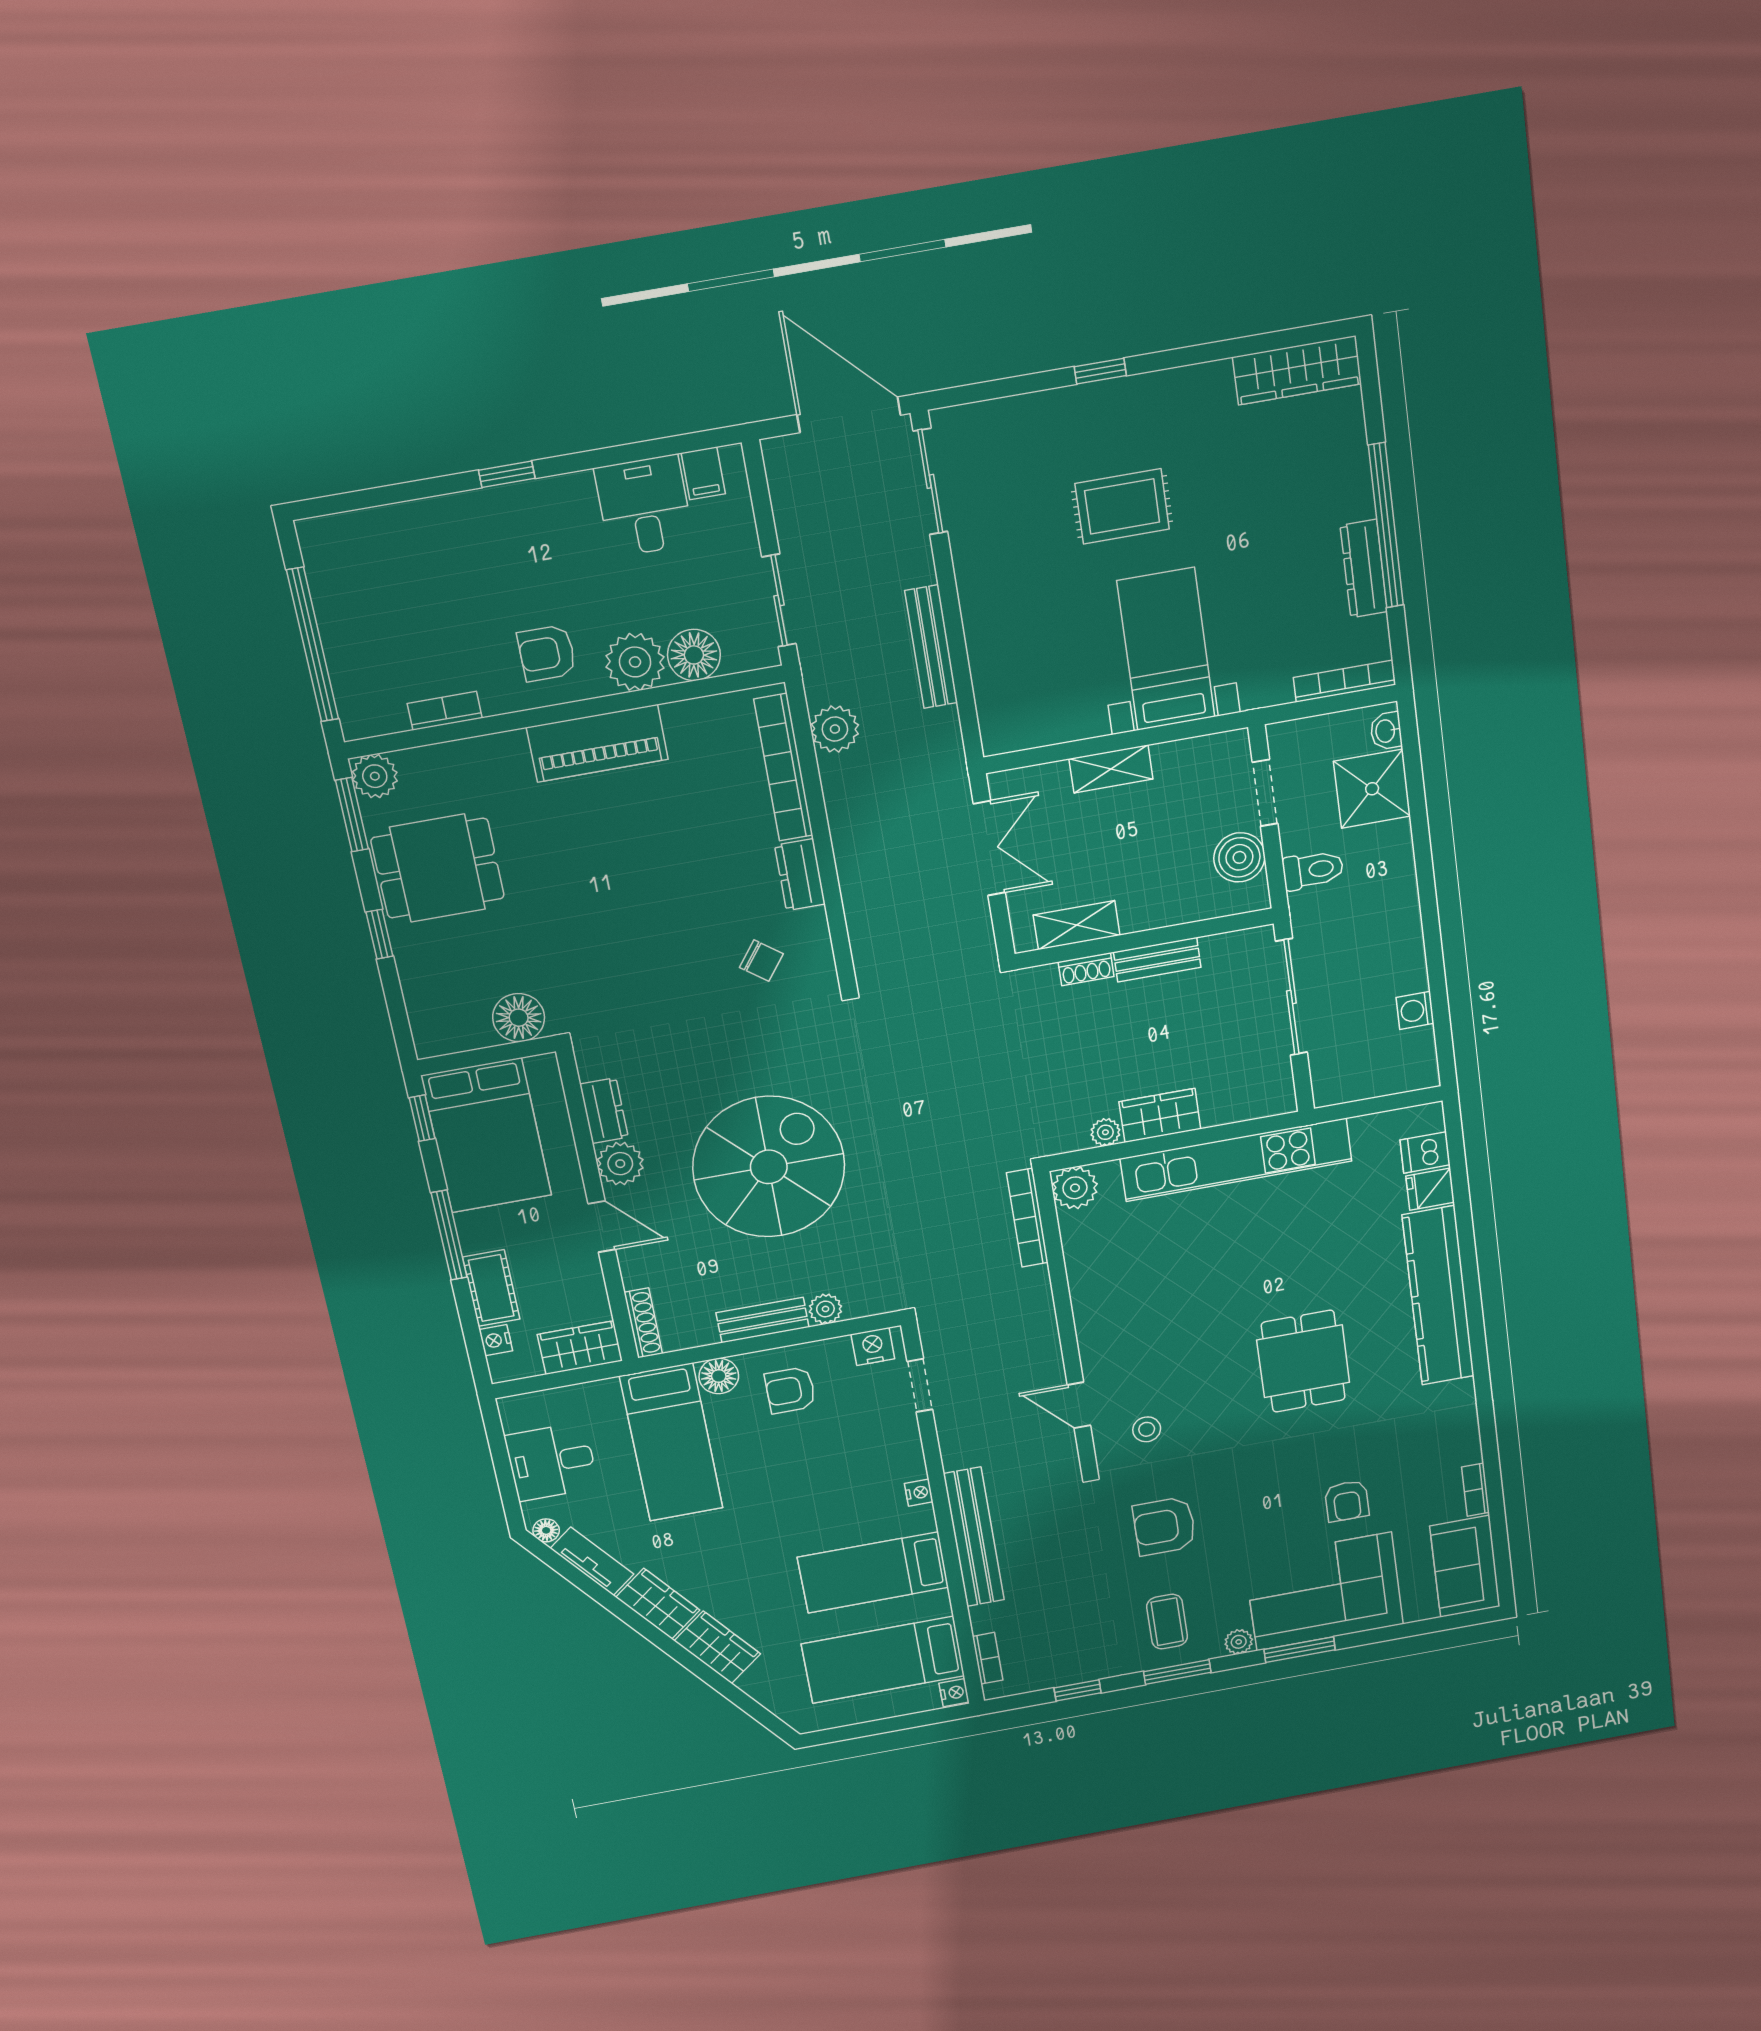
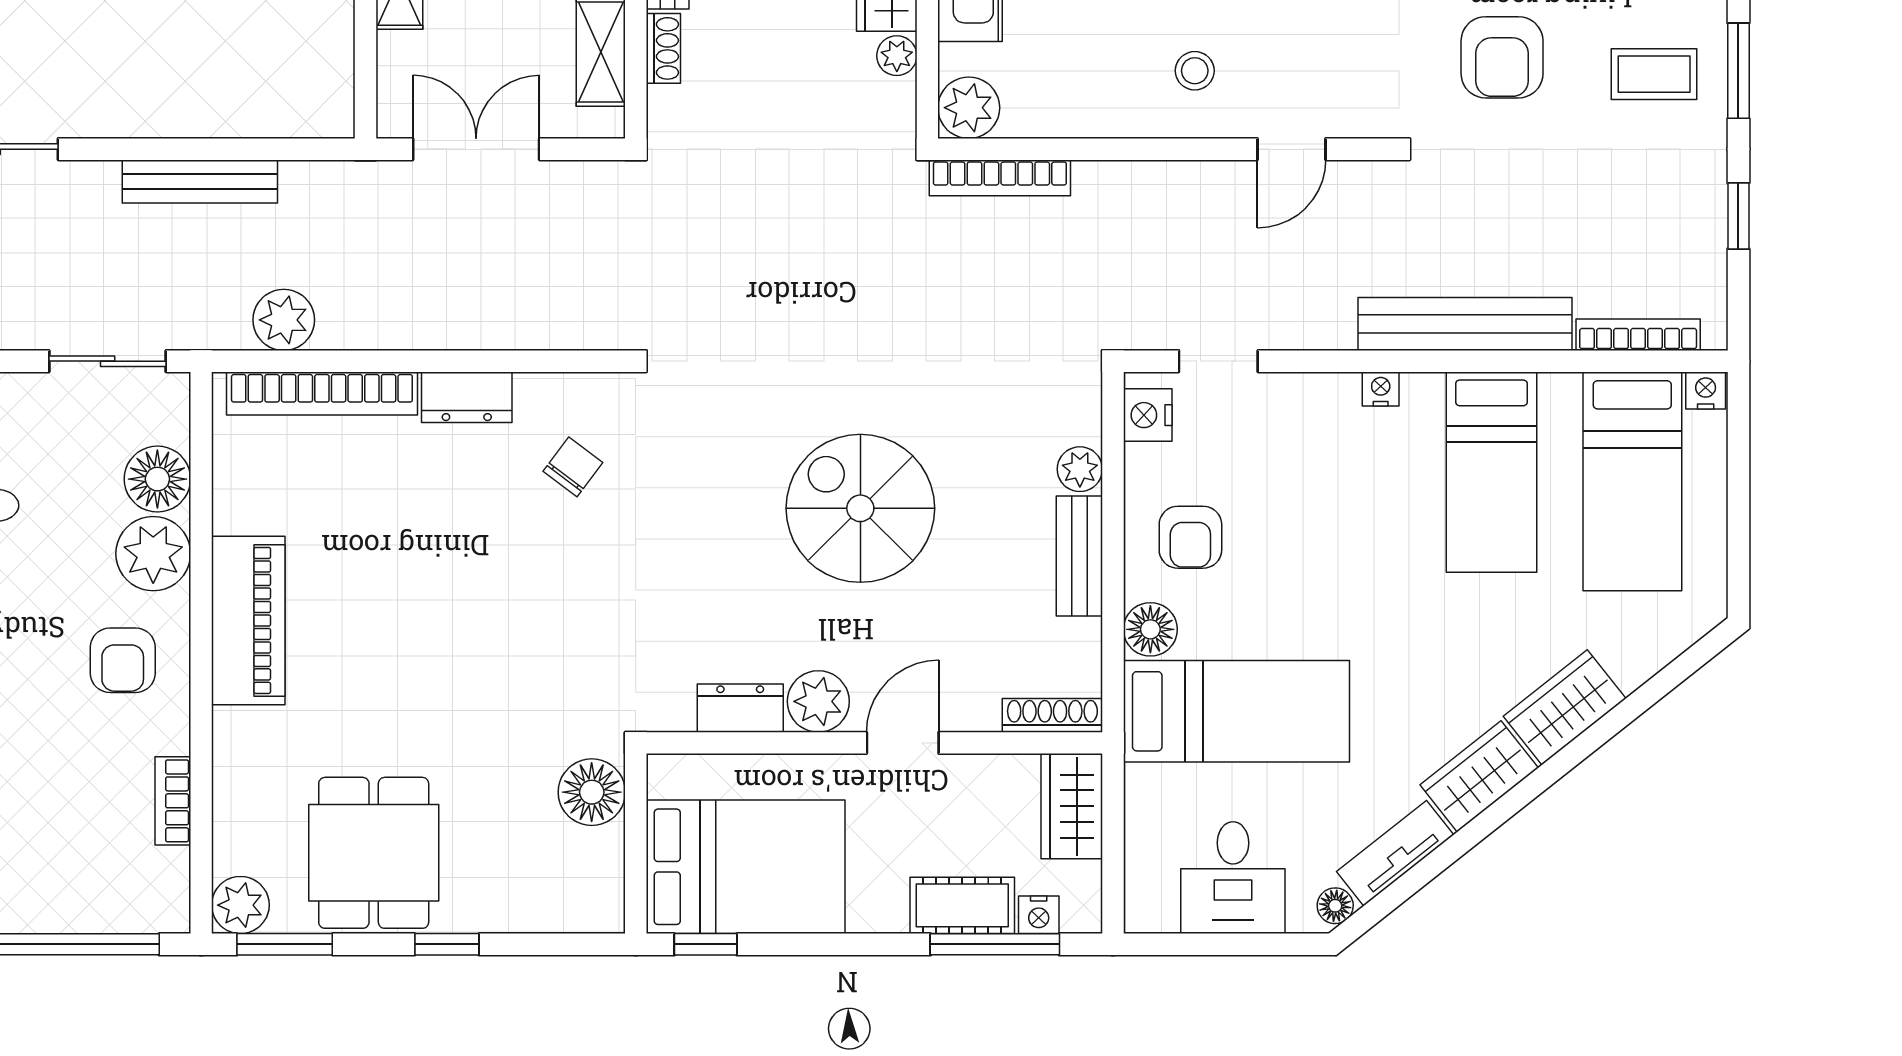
spiral stairs: (769, 1167) -> (860, 508), width x0.73, depth x0.73
window: (449, 1235) -> (995, 944), moved
stool: (1147, 1429) -> (1195, 71), moved
bookcase: (988, 1658) -> (1638, 335), width x1.56

